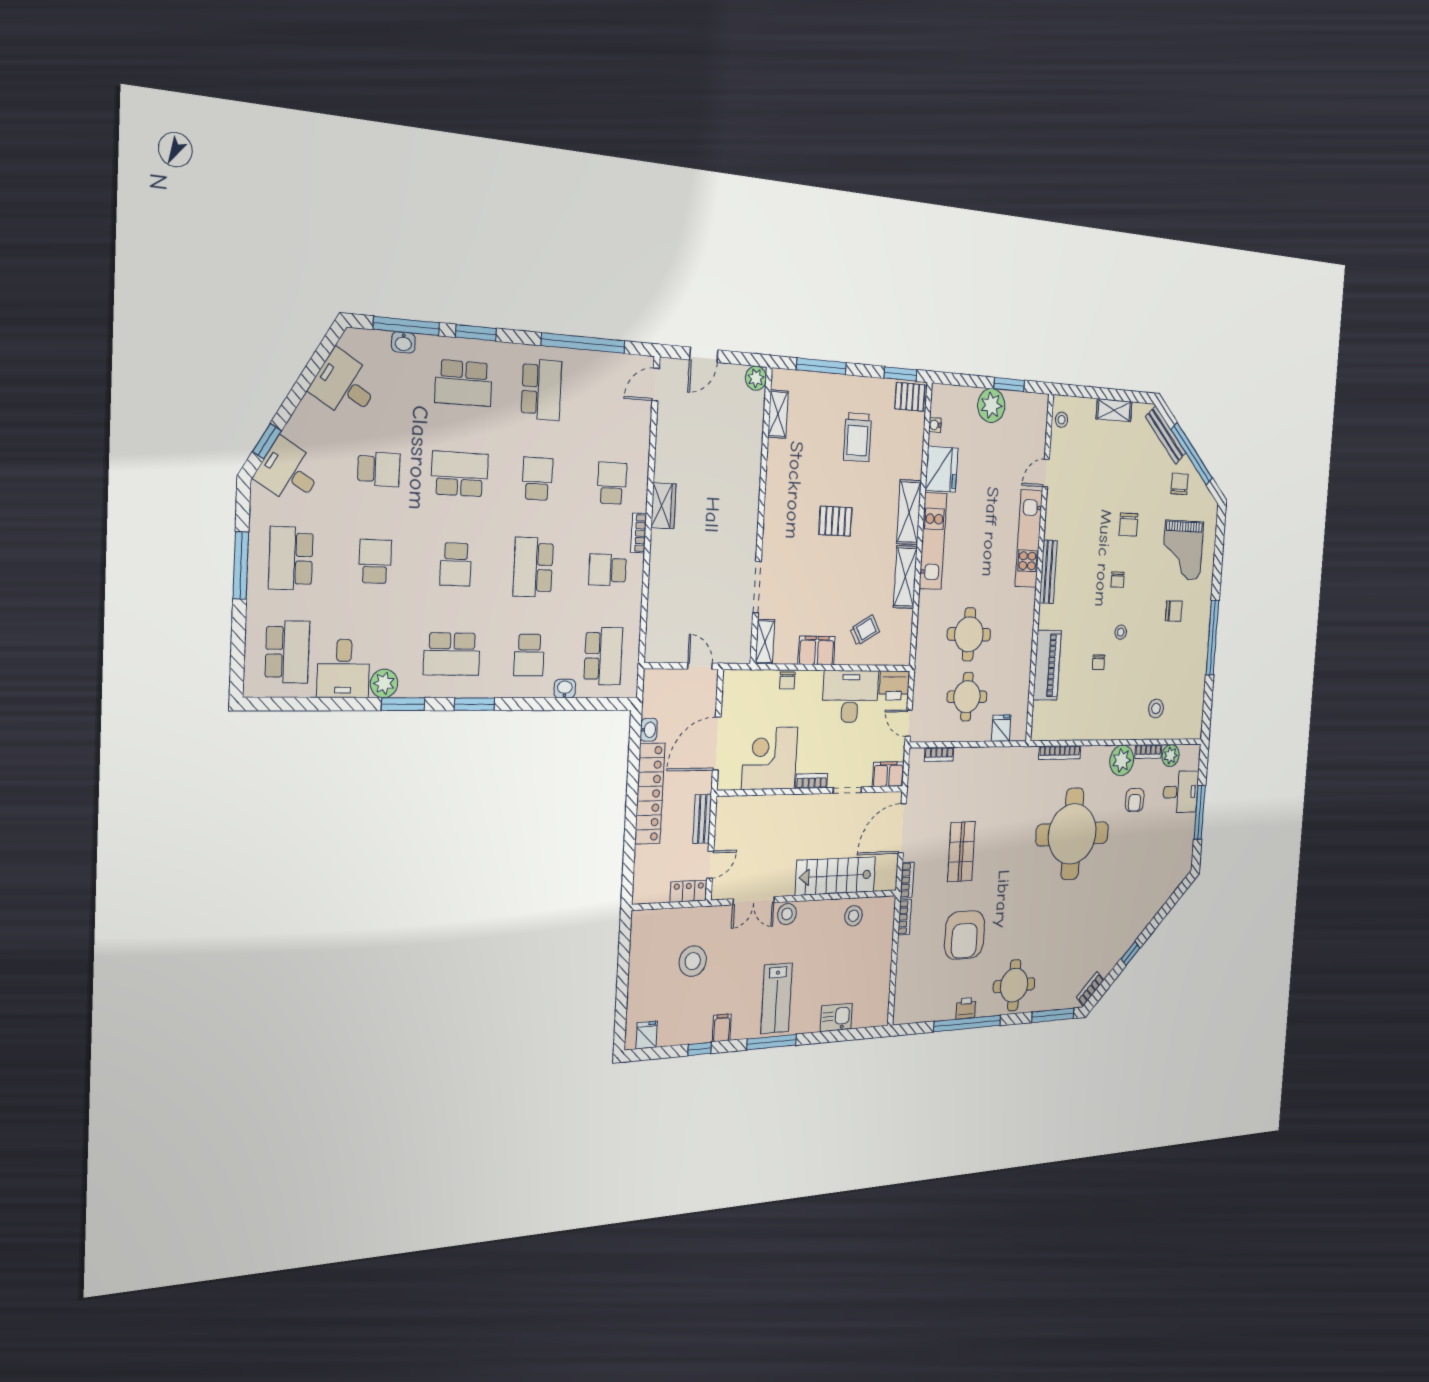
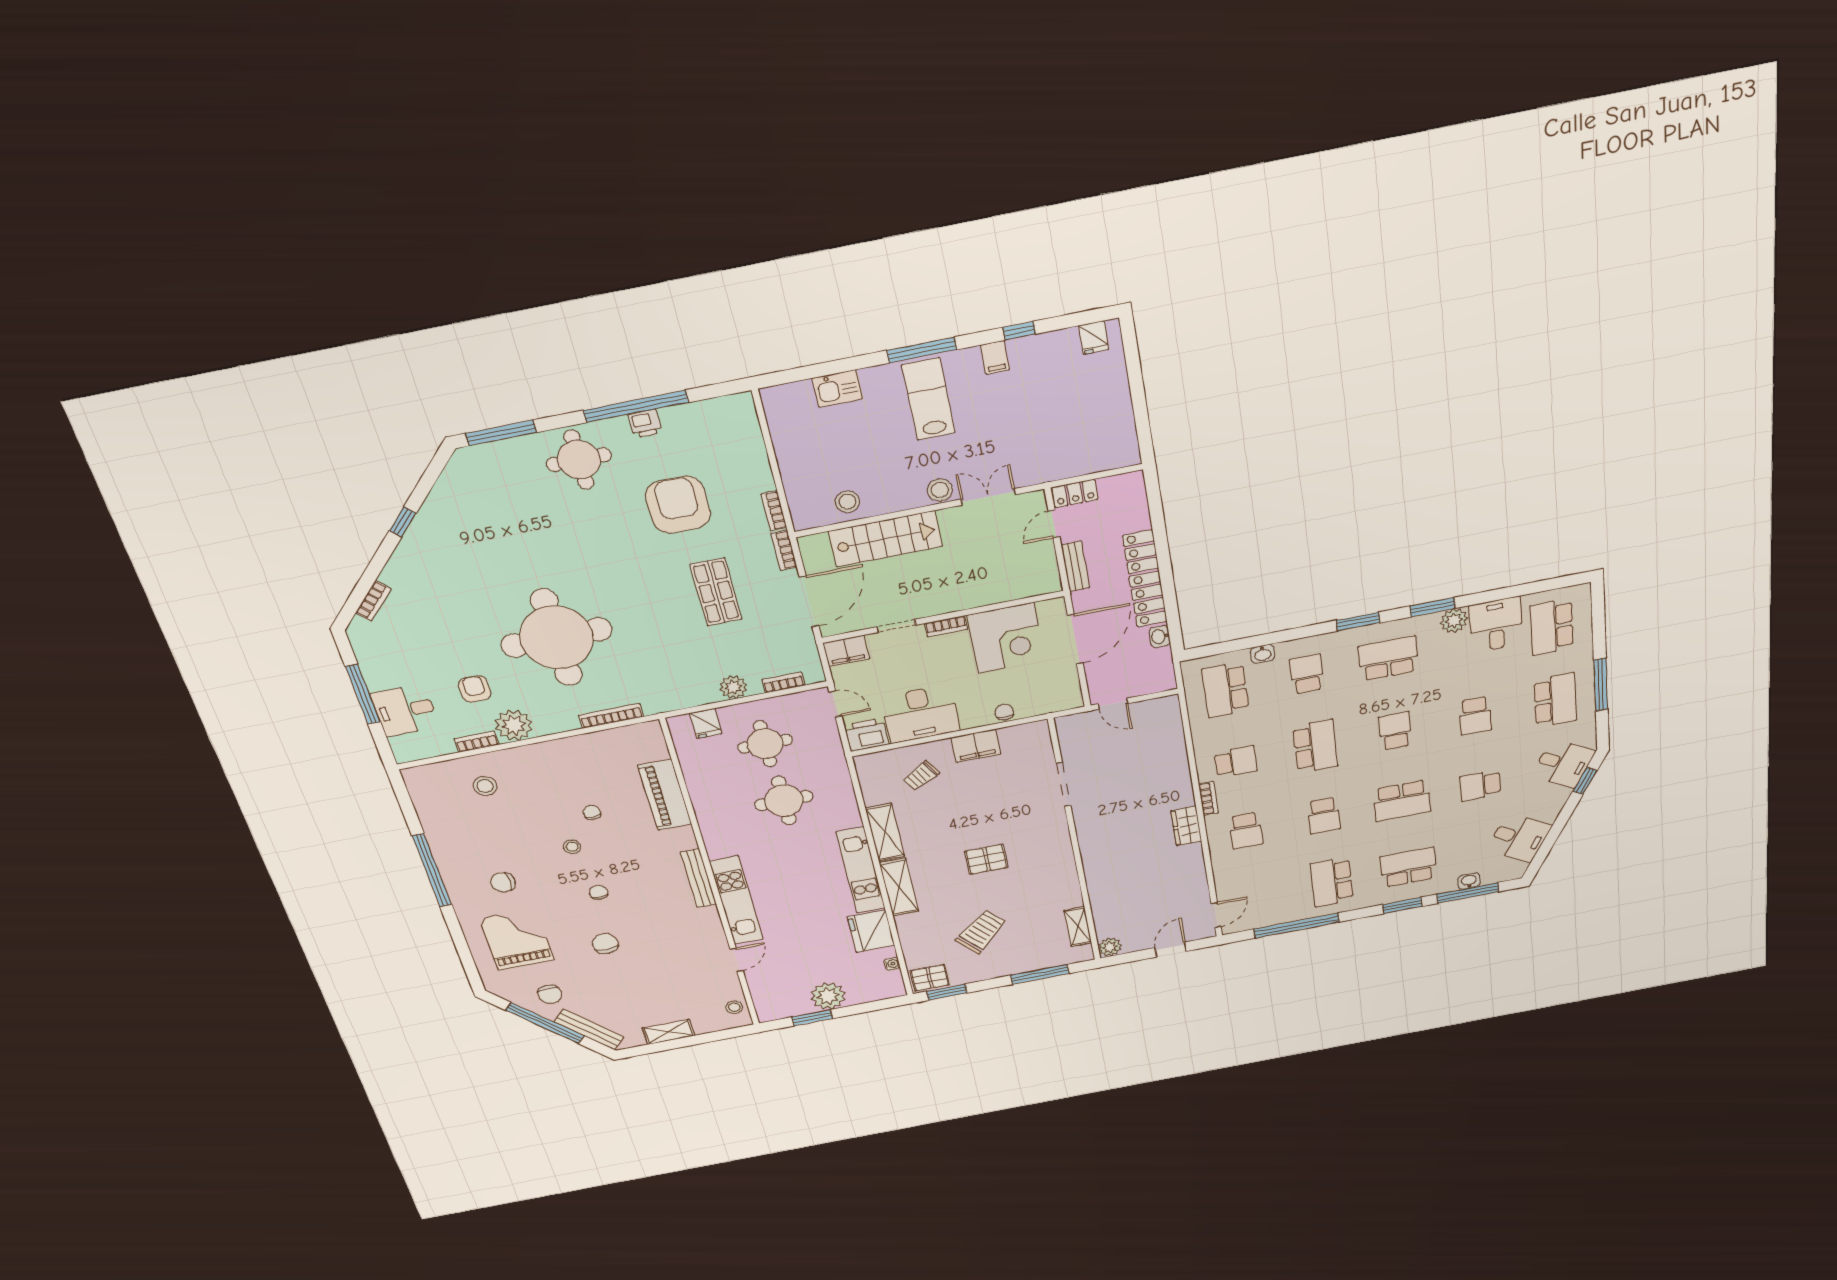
trolley: (858, 437) -> (981, 932), turned 48
shelving: (765, 642) -> (1041, 740), removed
plant: (1171, 756) -> (733, 687), moved
stool: (693, 961) -> (1052, 423), removed
bookcase: (1090, 989) -> (373, 601), moved

